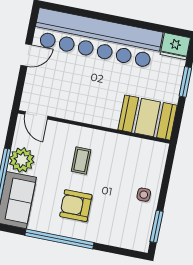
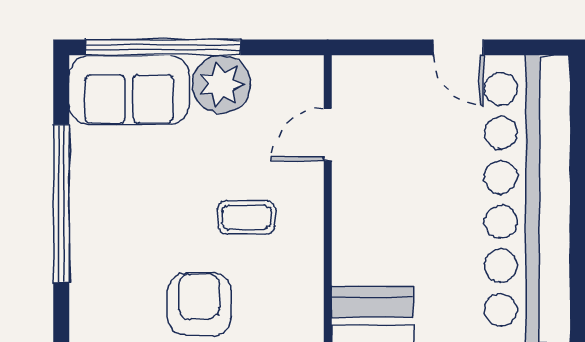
door: (36, 115) -> (328, 134), moved
armchair: (76, 206) -> (199, 304), moved

